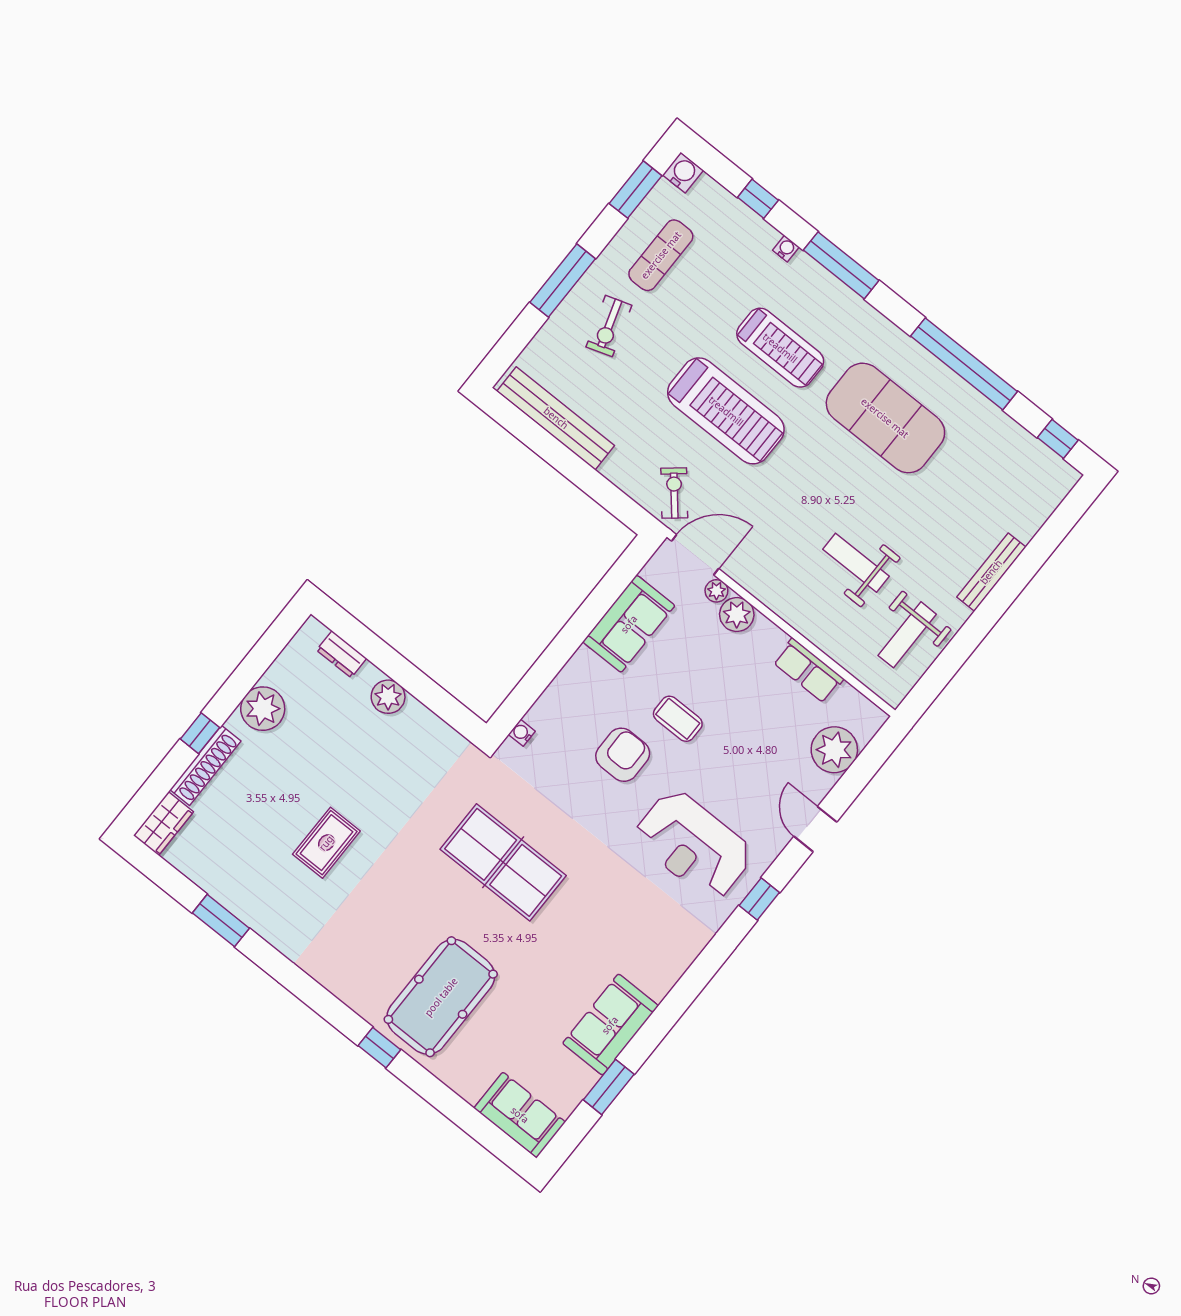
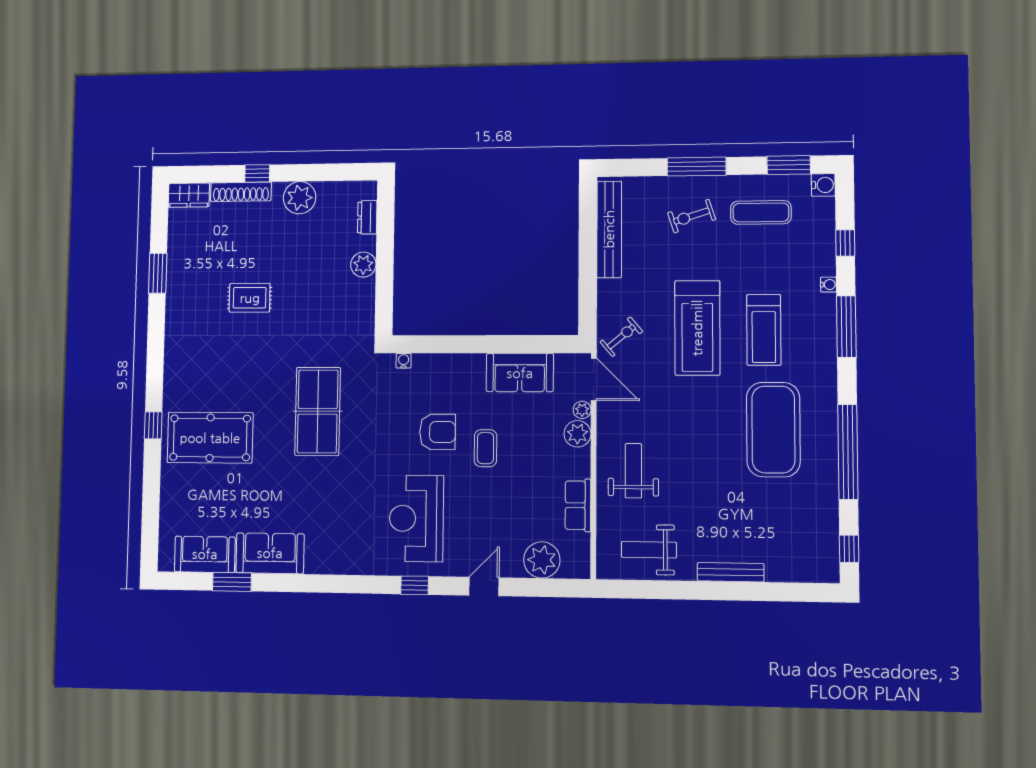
weight bench: (856, 563) -> (633, 471), moved
sofa: (520, 1115) -> (205, 554), moved, turned -90

